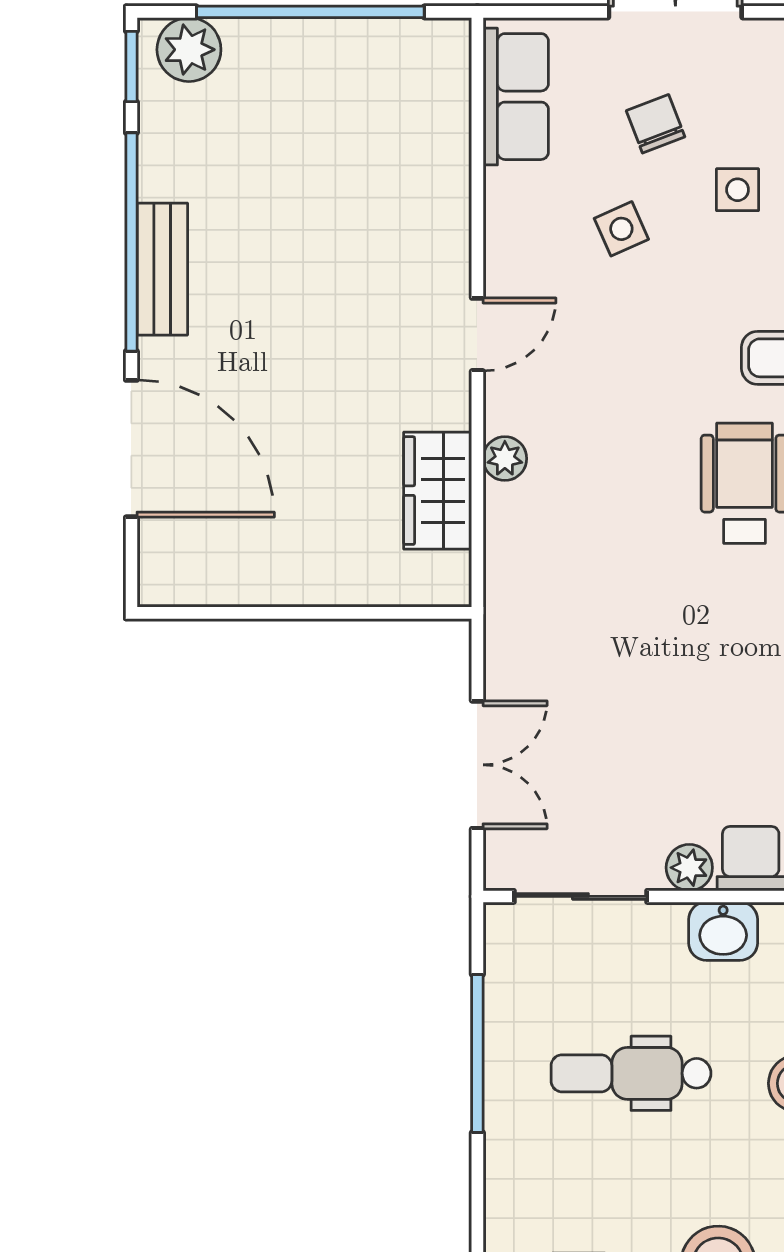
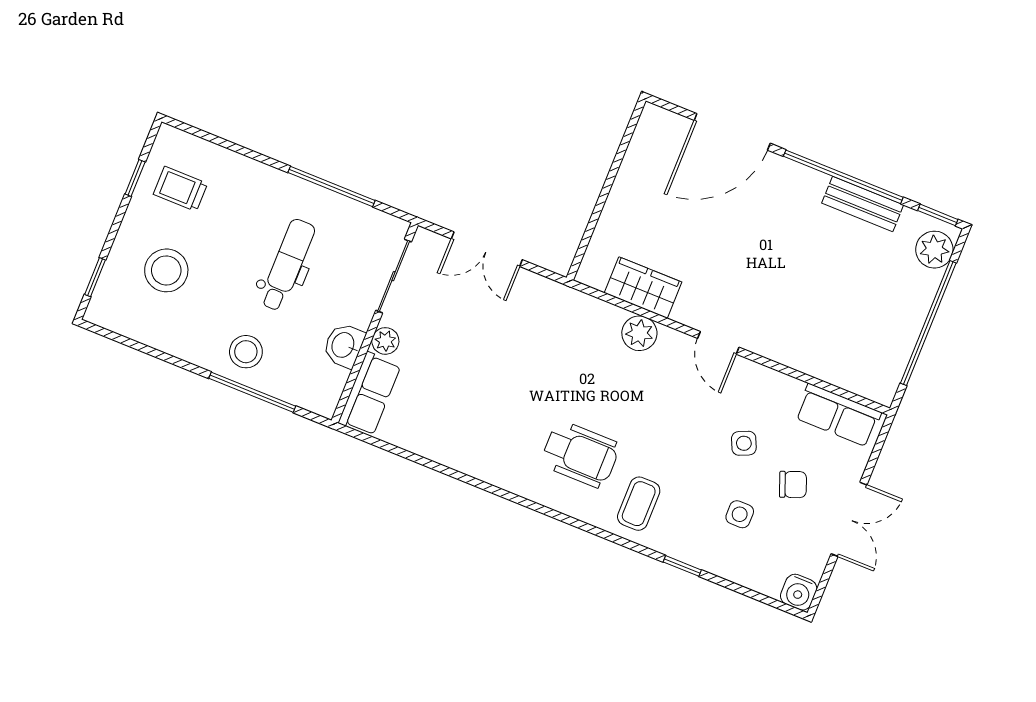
bench: (162, 269) -> (863, 204), moved
plant: (505, 459) -> (639, 333), width x1.38, depth x1.38

